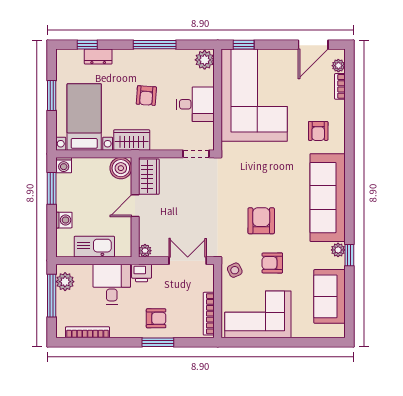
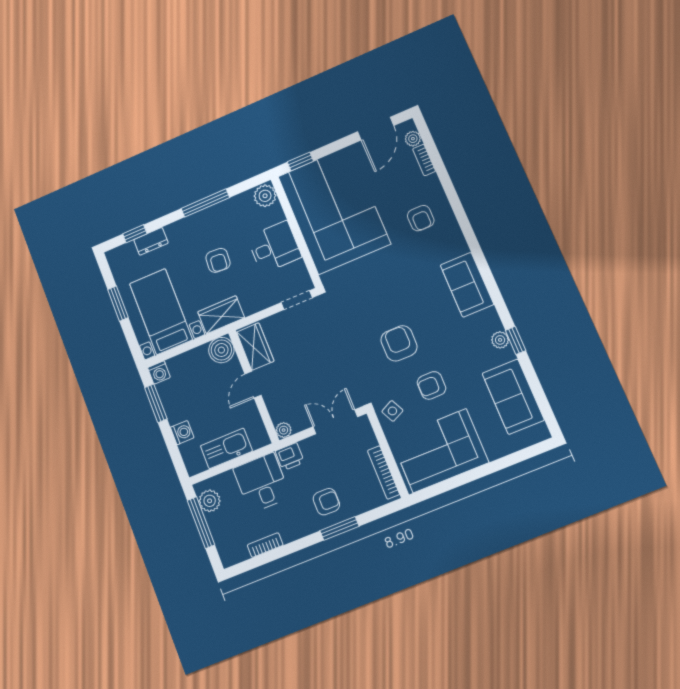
sofa: (328, 198) -> (467, 285), width x0.54, depth x0.79
bookcase: (88, 332) -> (265, 545), width x0.64

